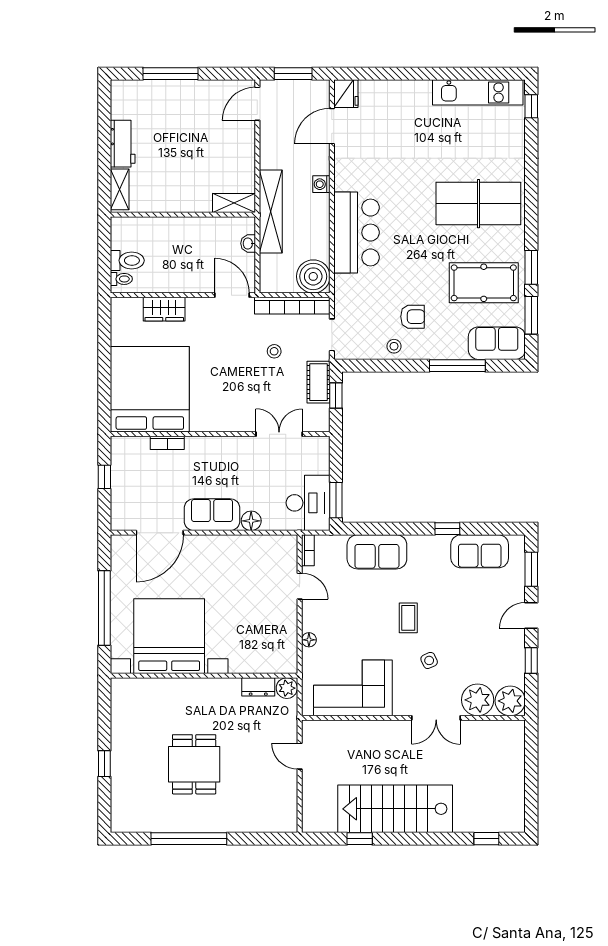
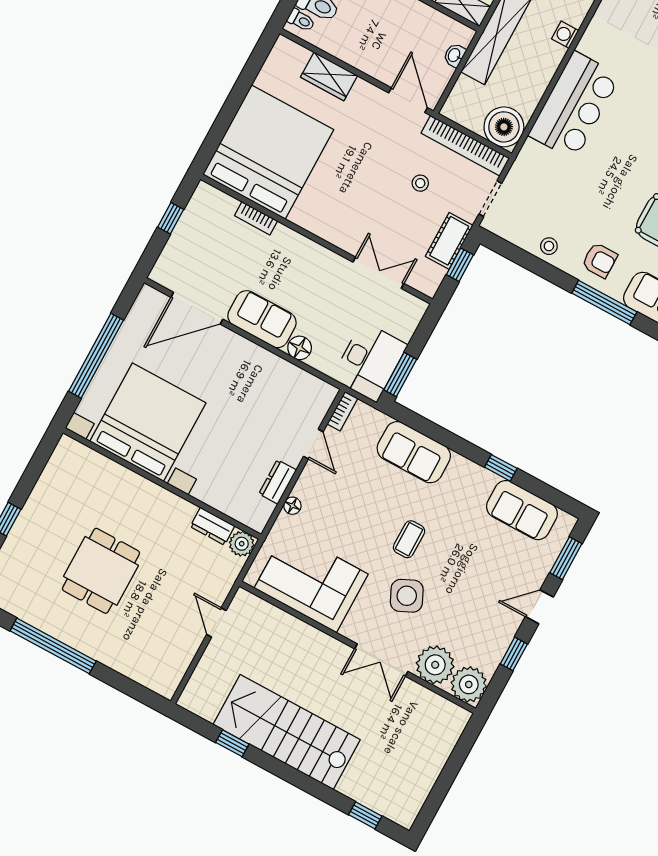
armchair: (413, 317) -> (600, 260), moved
dresser: (289, 628) -> (278, 482), added
side table: (429, 660) -> (407, 596), width x1.87, depth x1.87

